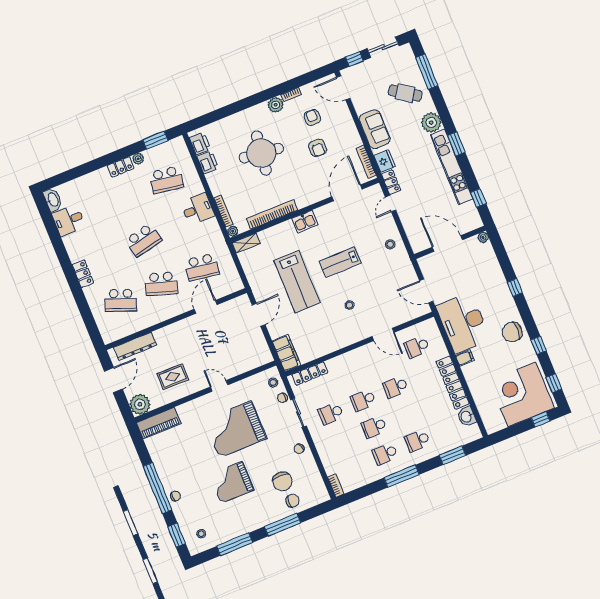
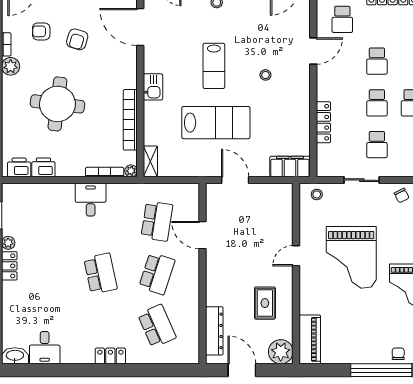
armchair: (318, 148) -> (77, 39), turned 107
school desk: (166, 180) -> (44, 221), removed
school desk: (121, 300) -> (157, 326), turned -45
locker: (310, 374) -> (323, 122), moved
chair: (282, 398) -> (338, 191), removed

